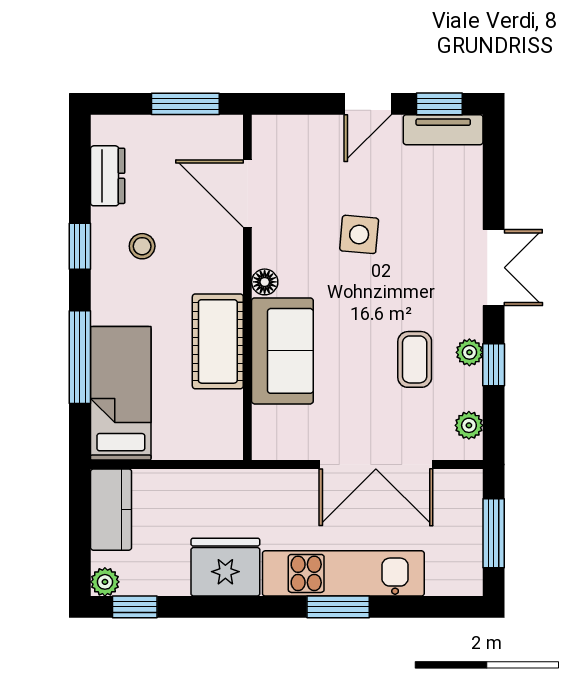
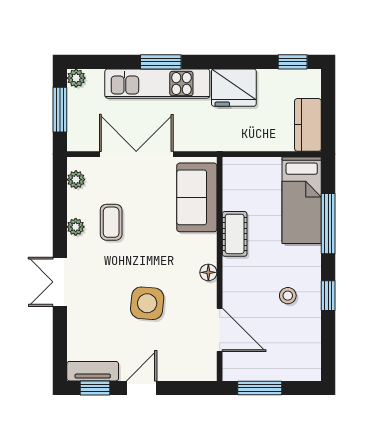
dresser: (108, 176) -> (310, 341), removed
side table: (359, 234) -> (147, 303), width x1.37, depth x1.37
cot: (218, 341) -> (235, 234), width x0.73, depth x0.75
sofa: (282, 351) -> (197, 197), moved
window: (494, 365) -> (60, 219), removed
plant: (105, 582) -> (76, 78), moved

